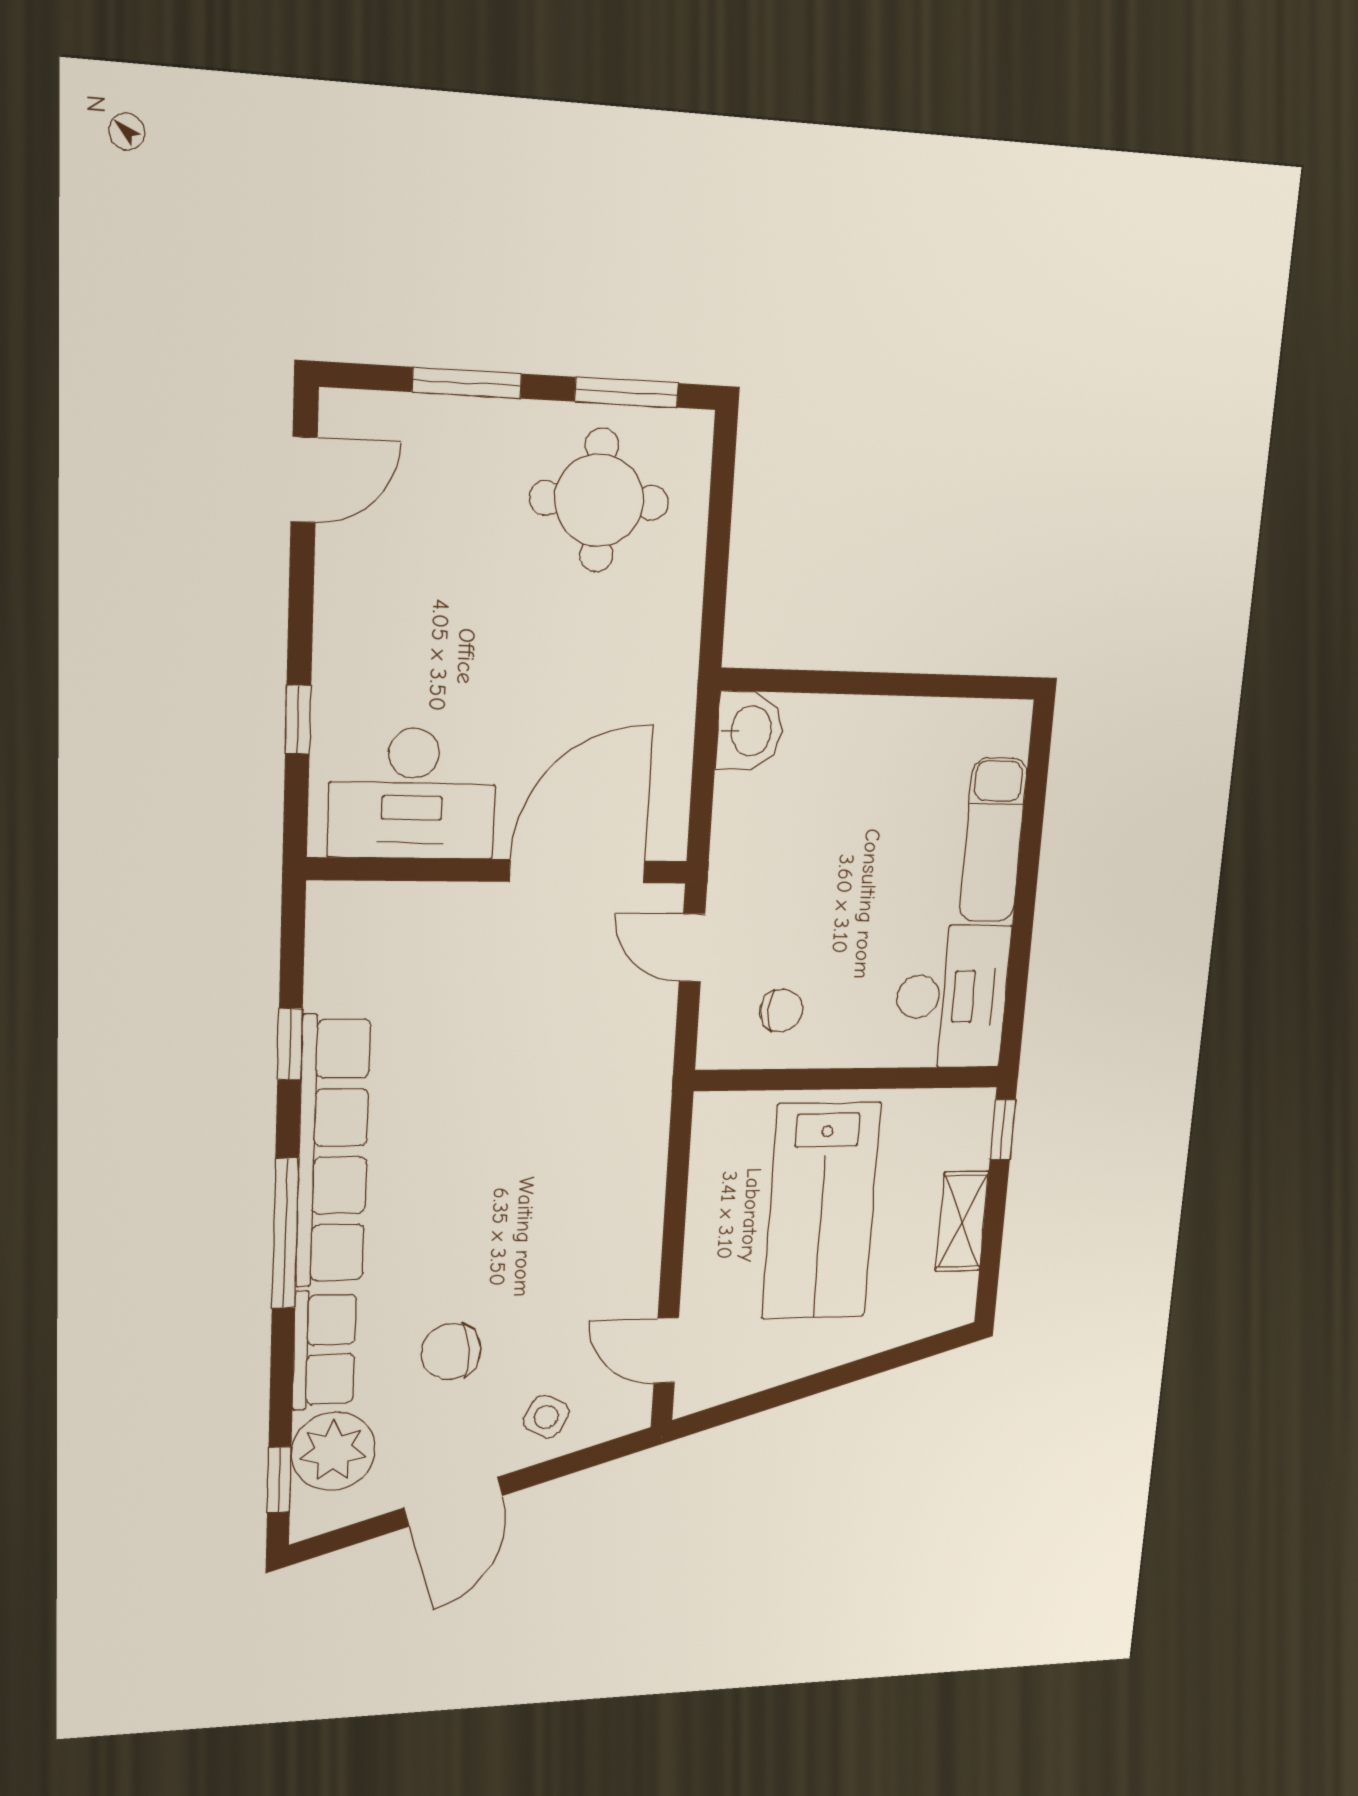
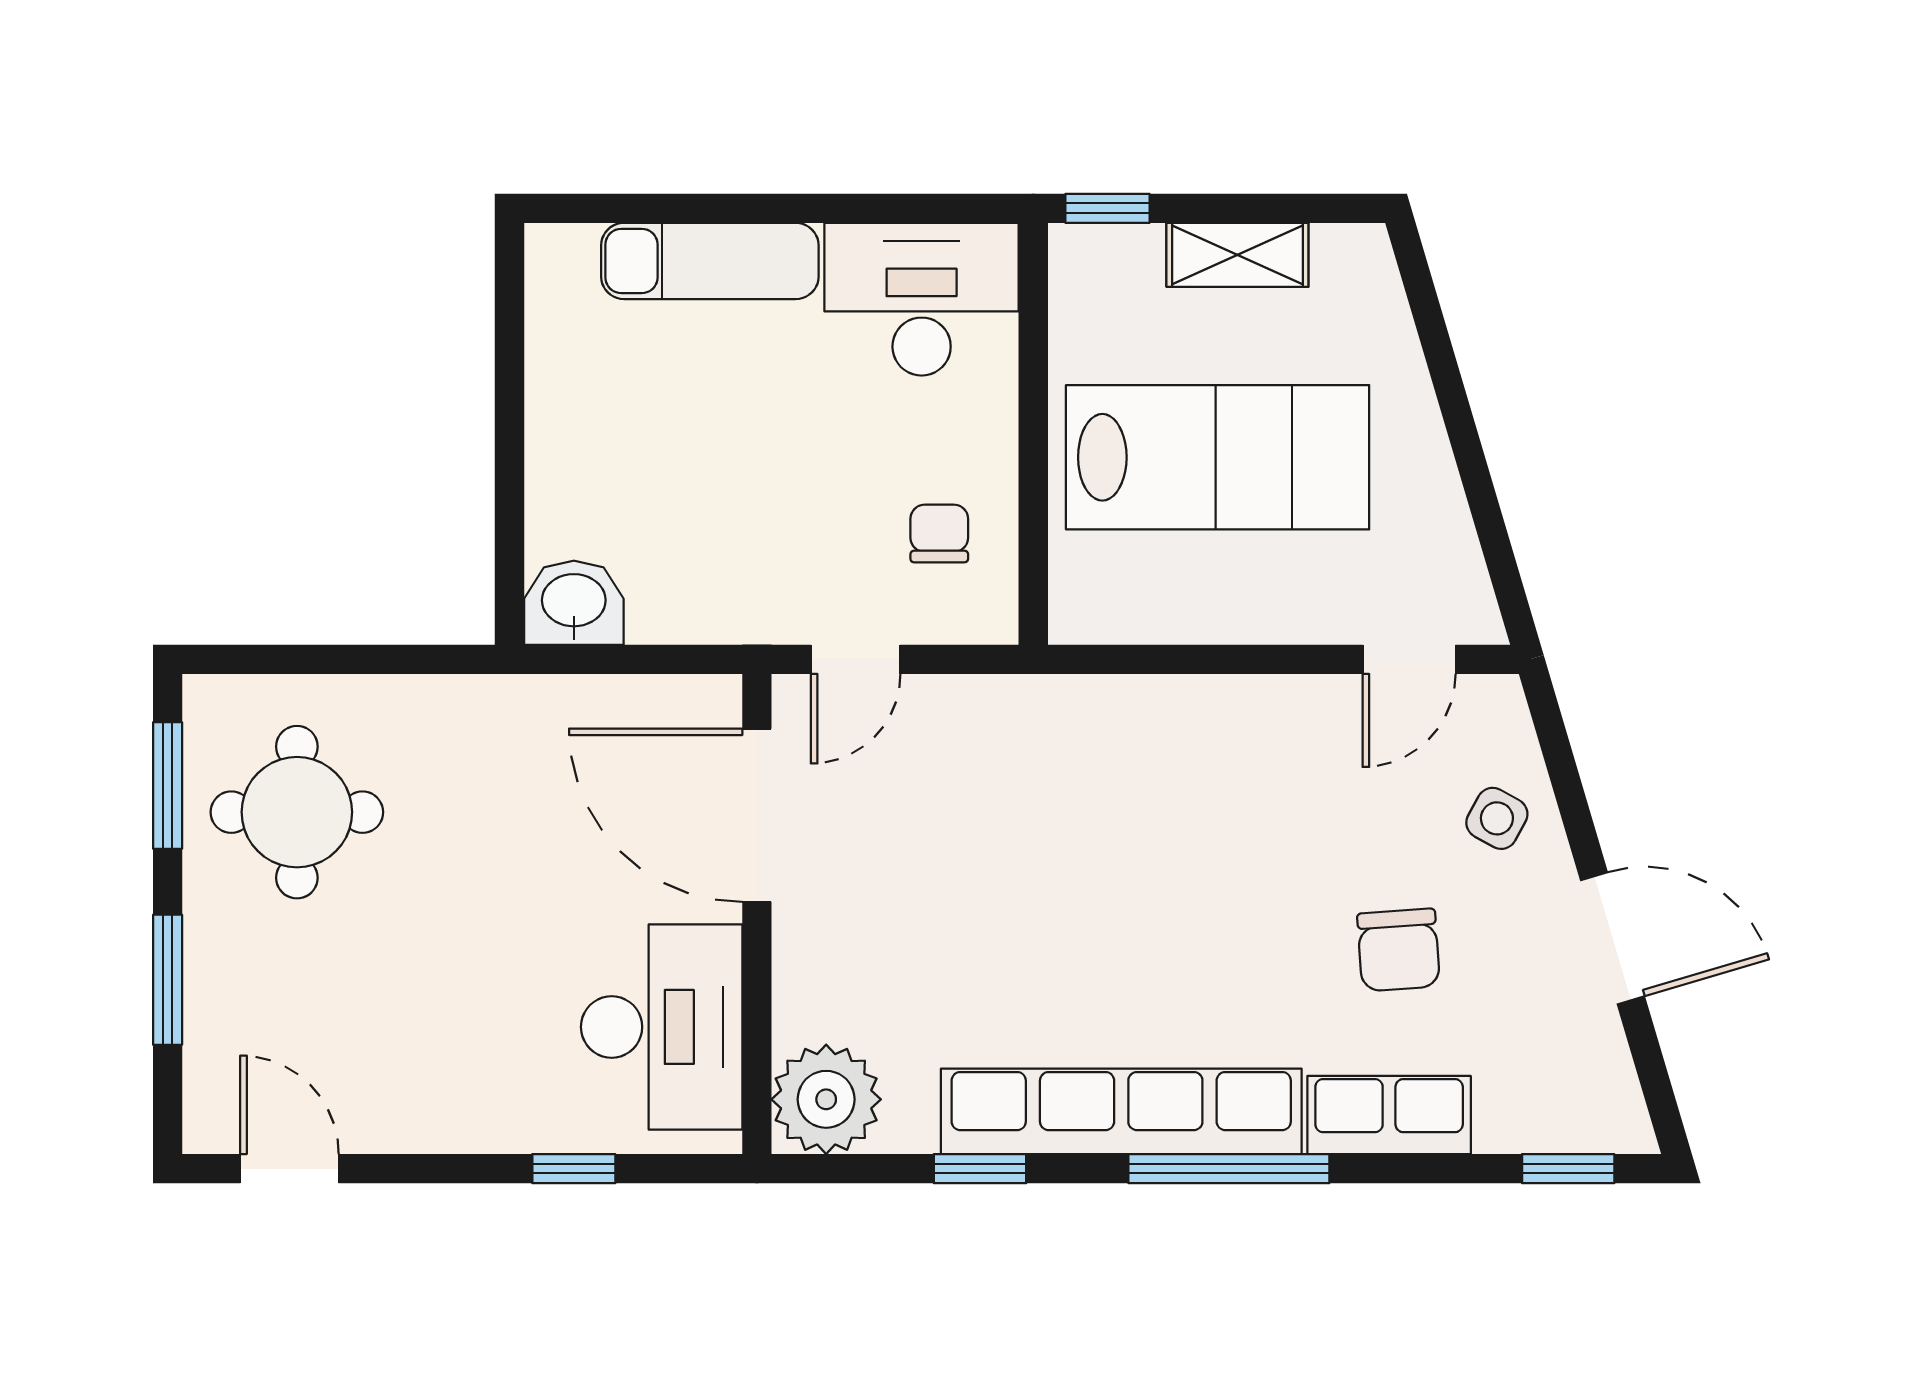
plant: (333, 1451) -> (826, 1099), moved

